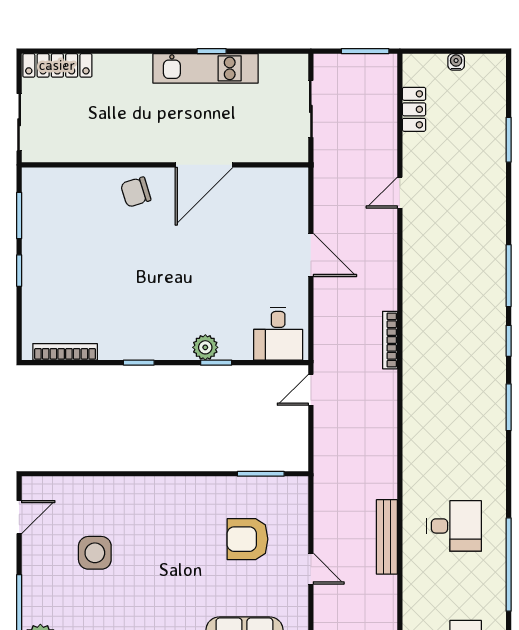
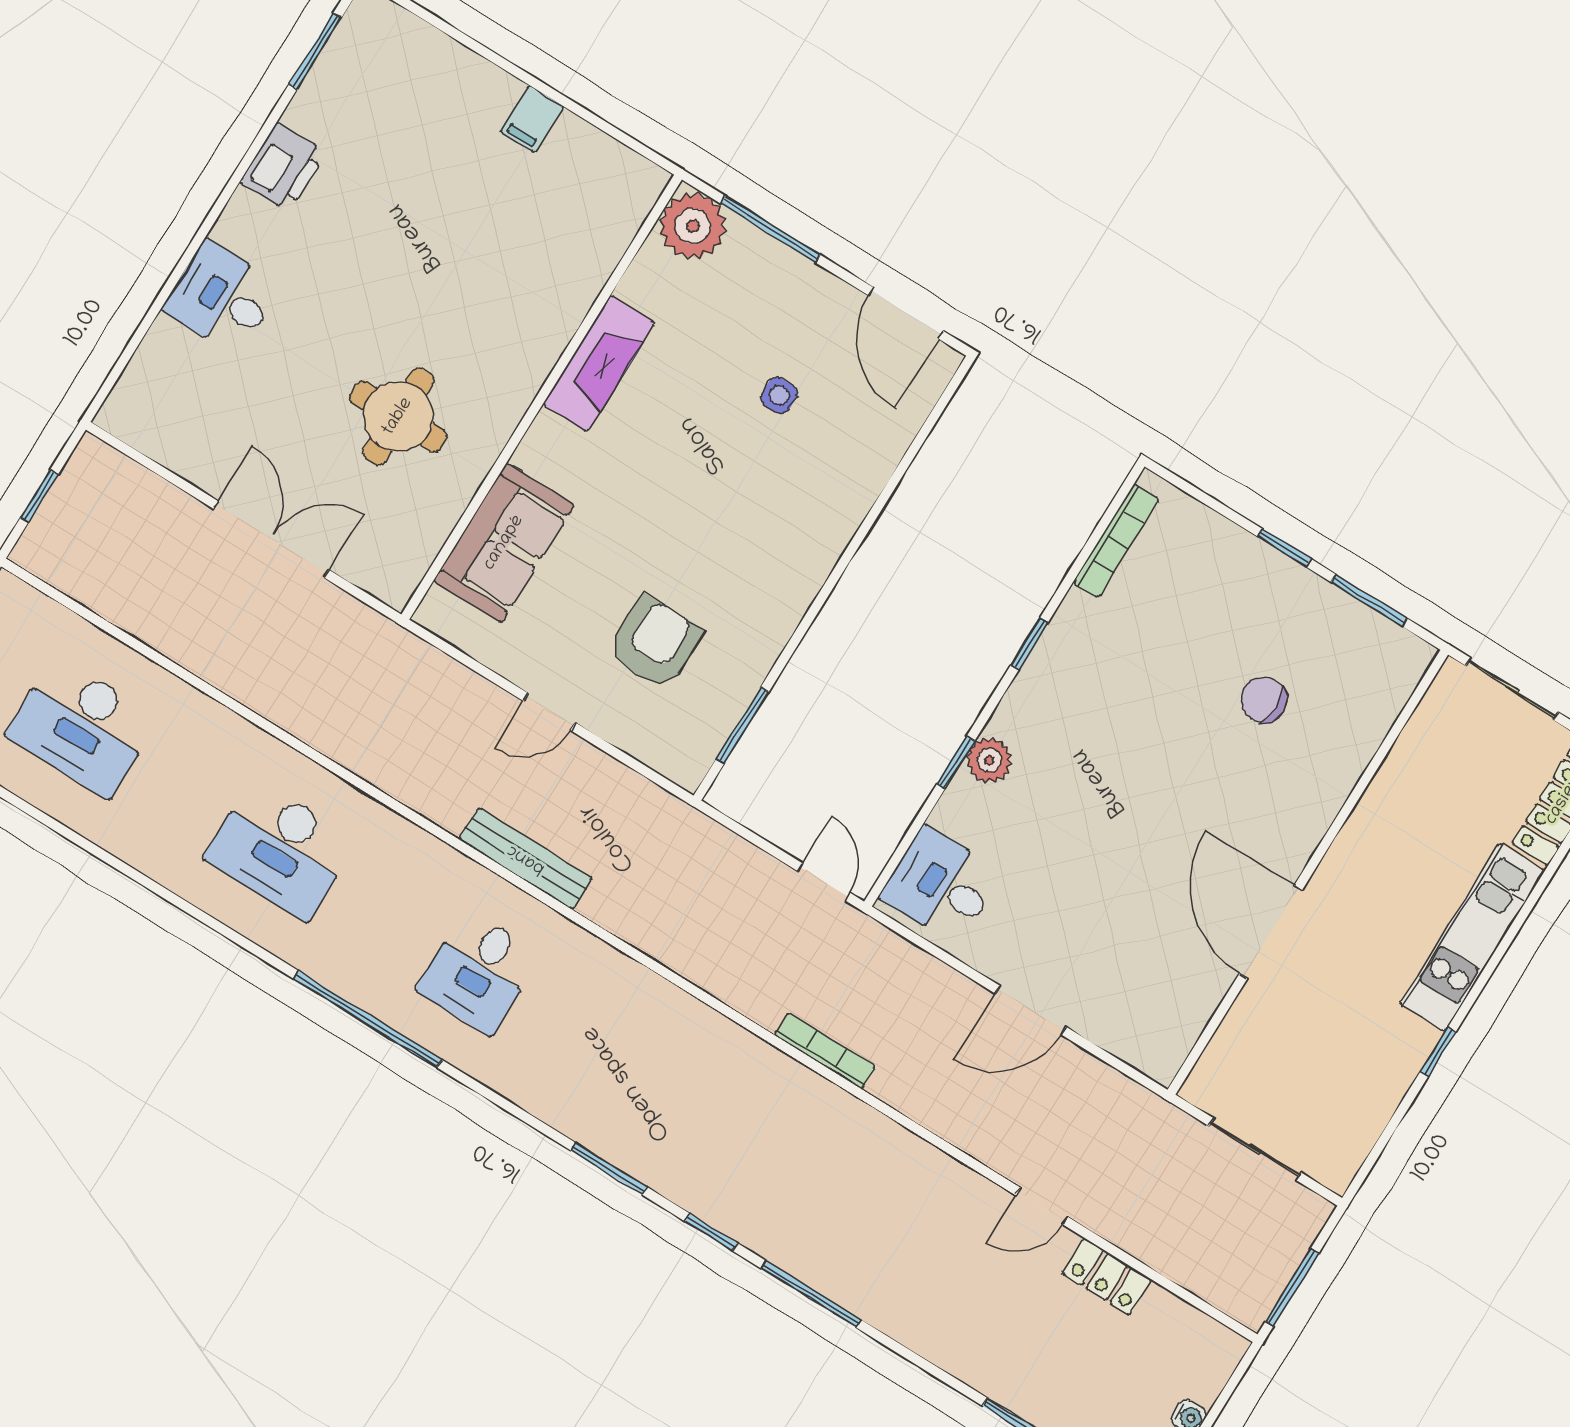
kitchen unit: (206, 68) -> (1472, 937), moved
locker: (414, 109) -> (1107, 1277), moved
chair: (136, 192) -> (1264, 700), moved, turned -73
door: (400, 193) -> (1042, 1206), swing flipped
door: (19, 517) -> (906, 313), width x1.38
side table: (95, 553) -> (779, 395), width x0.54, depth x0.54

